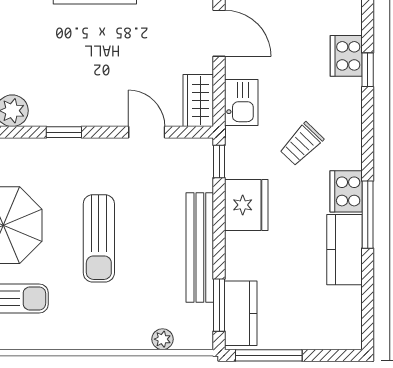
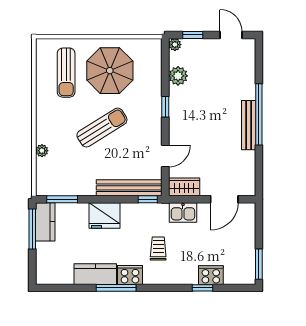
trolley: (302, 144) -> (158, 248), turned 46
fridge: (246, 205) -> (105, 215), moved
sun lounger: (99, 238) -> (102, 128), turned 148
bench: (200, 248) -> (129, 188), moved
kitchen counter: (241, 313) -> (45, 222), moved, turned -90
plant: (162, 339) -> (42, 151), moved

